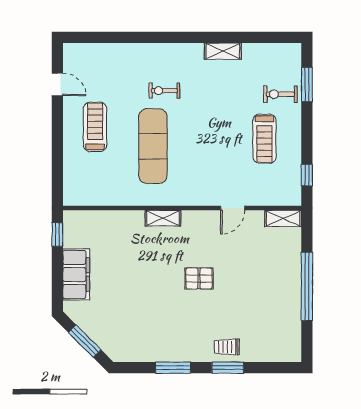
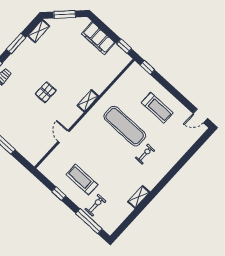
door: (57, 84) -> (200, 116), moved
window: (307, 85) -> (89, 221), width x1.44
window: (307, 175) -> (59, 194), moved
window: (57, 183) -> (147, 67), added
shelving: (283, 218) -> (39, 31), moved

